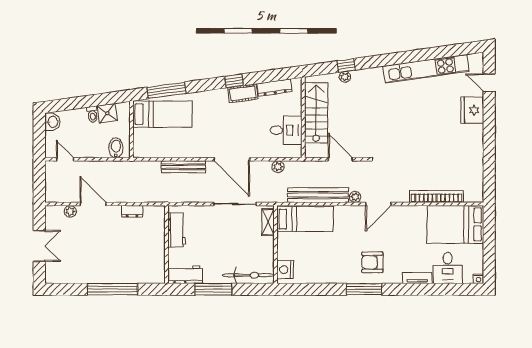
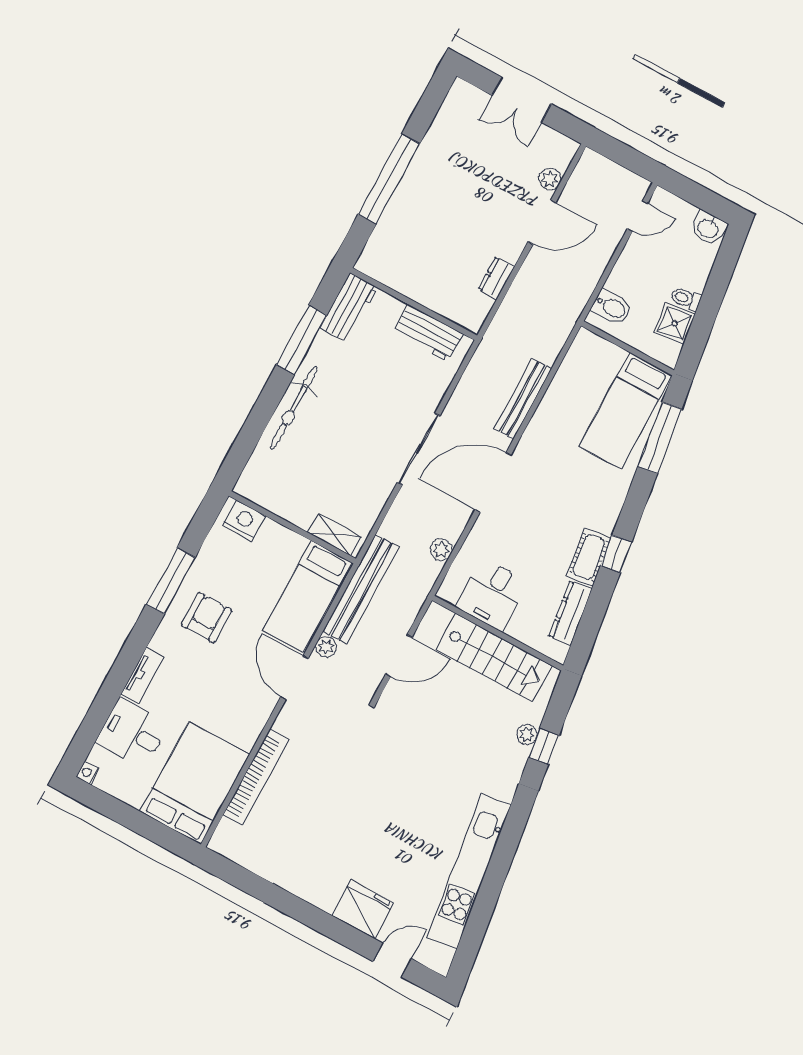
bed: (305, 219) -> (307, 597), moved
shelving: (268, 222) -> (335, 535), moved
wall: (275, 244) -> (292, 527), moved
nightstand: (285, 270) -> (244, 521), moved

